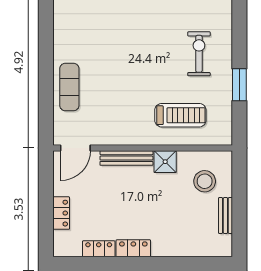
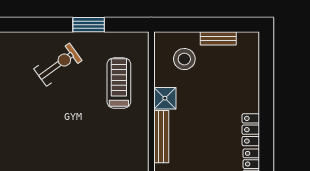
exercise bike: (199, 54) -> (58, 65), turned 144

